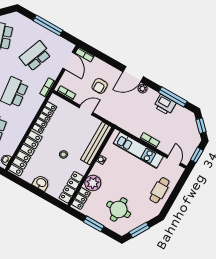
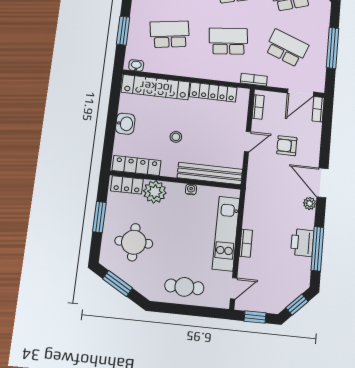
door: (86, 110) -> (247, 142), hinge flipped

